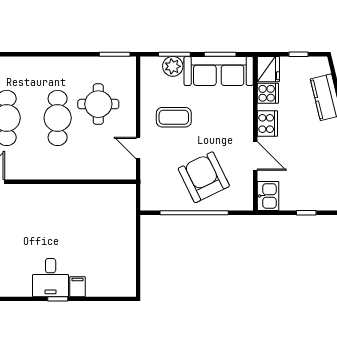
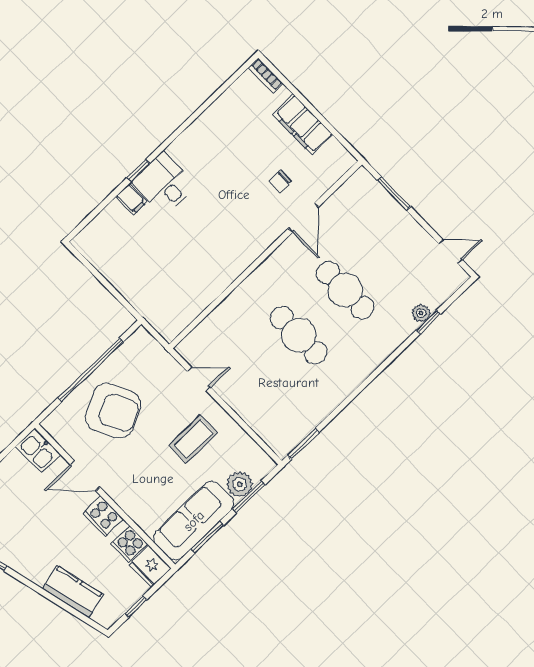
round table: (98, 104) -> (274, 384), removed

